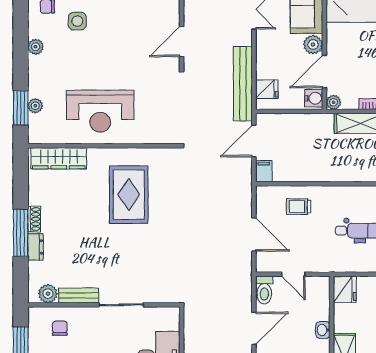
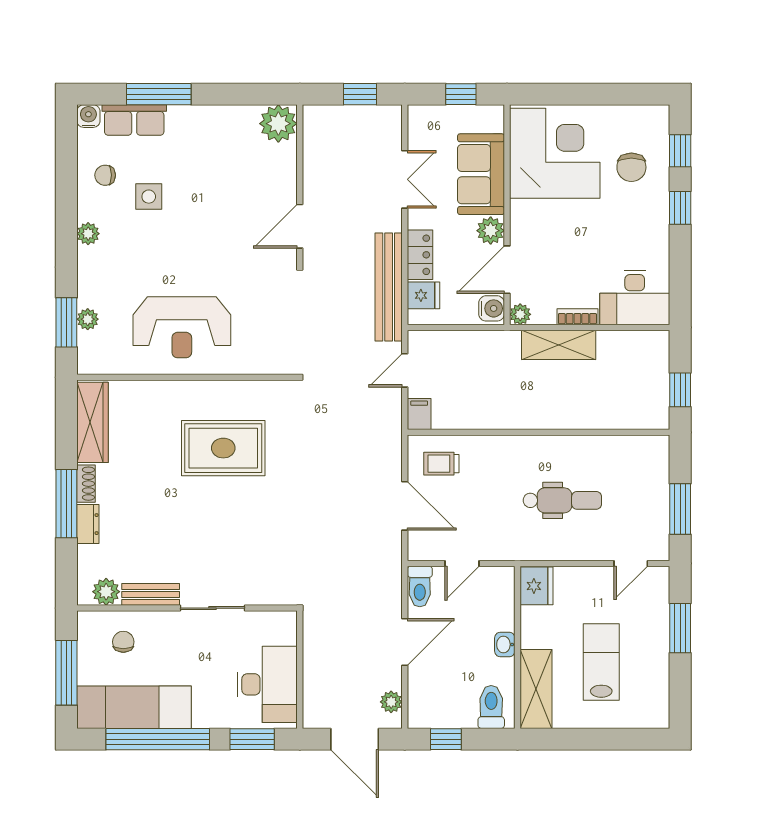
locker: (264, 61) -> (420, 255), added
door: (254, 141) -> (405, 370), width x0.73
wardrobe: (59, 158) -> (93, 422), moved, turned -90
rug: (129, 195) -> (223, 448), turned 90
trolley: (299, 207) -> (441, 464), moved
door: (293, 274) -> (462, 563), hinge flipped

